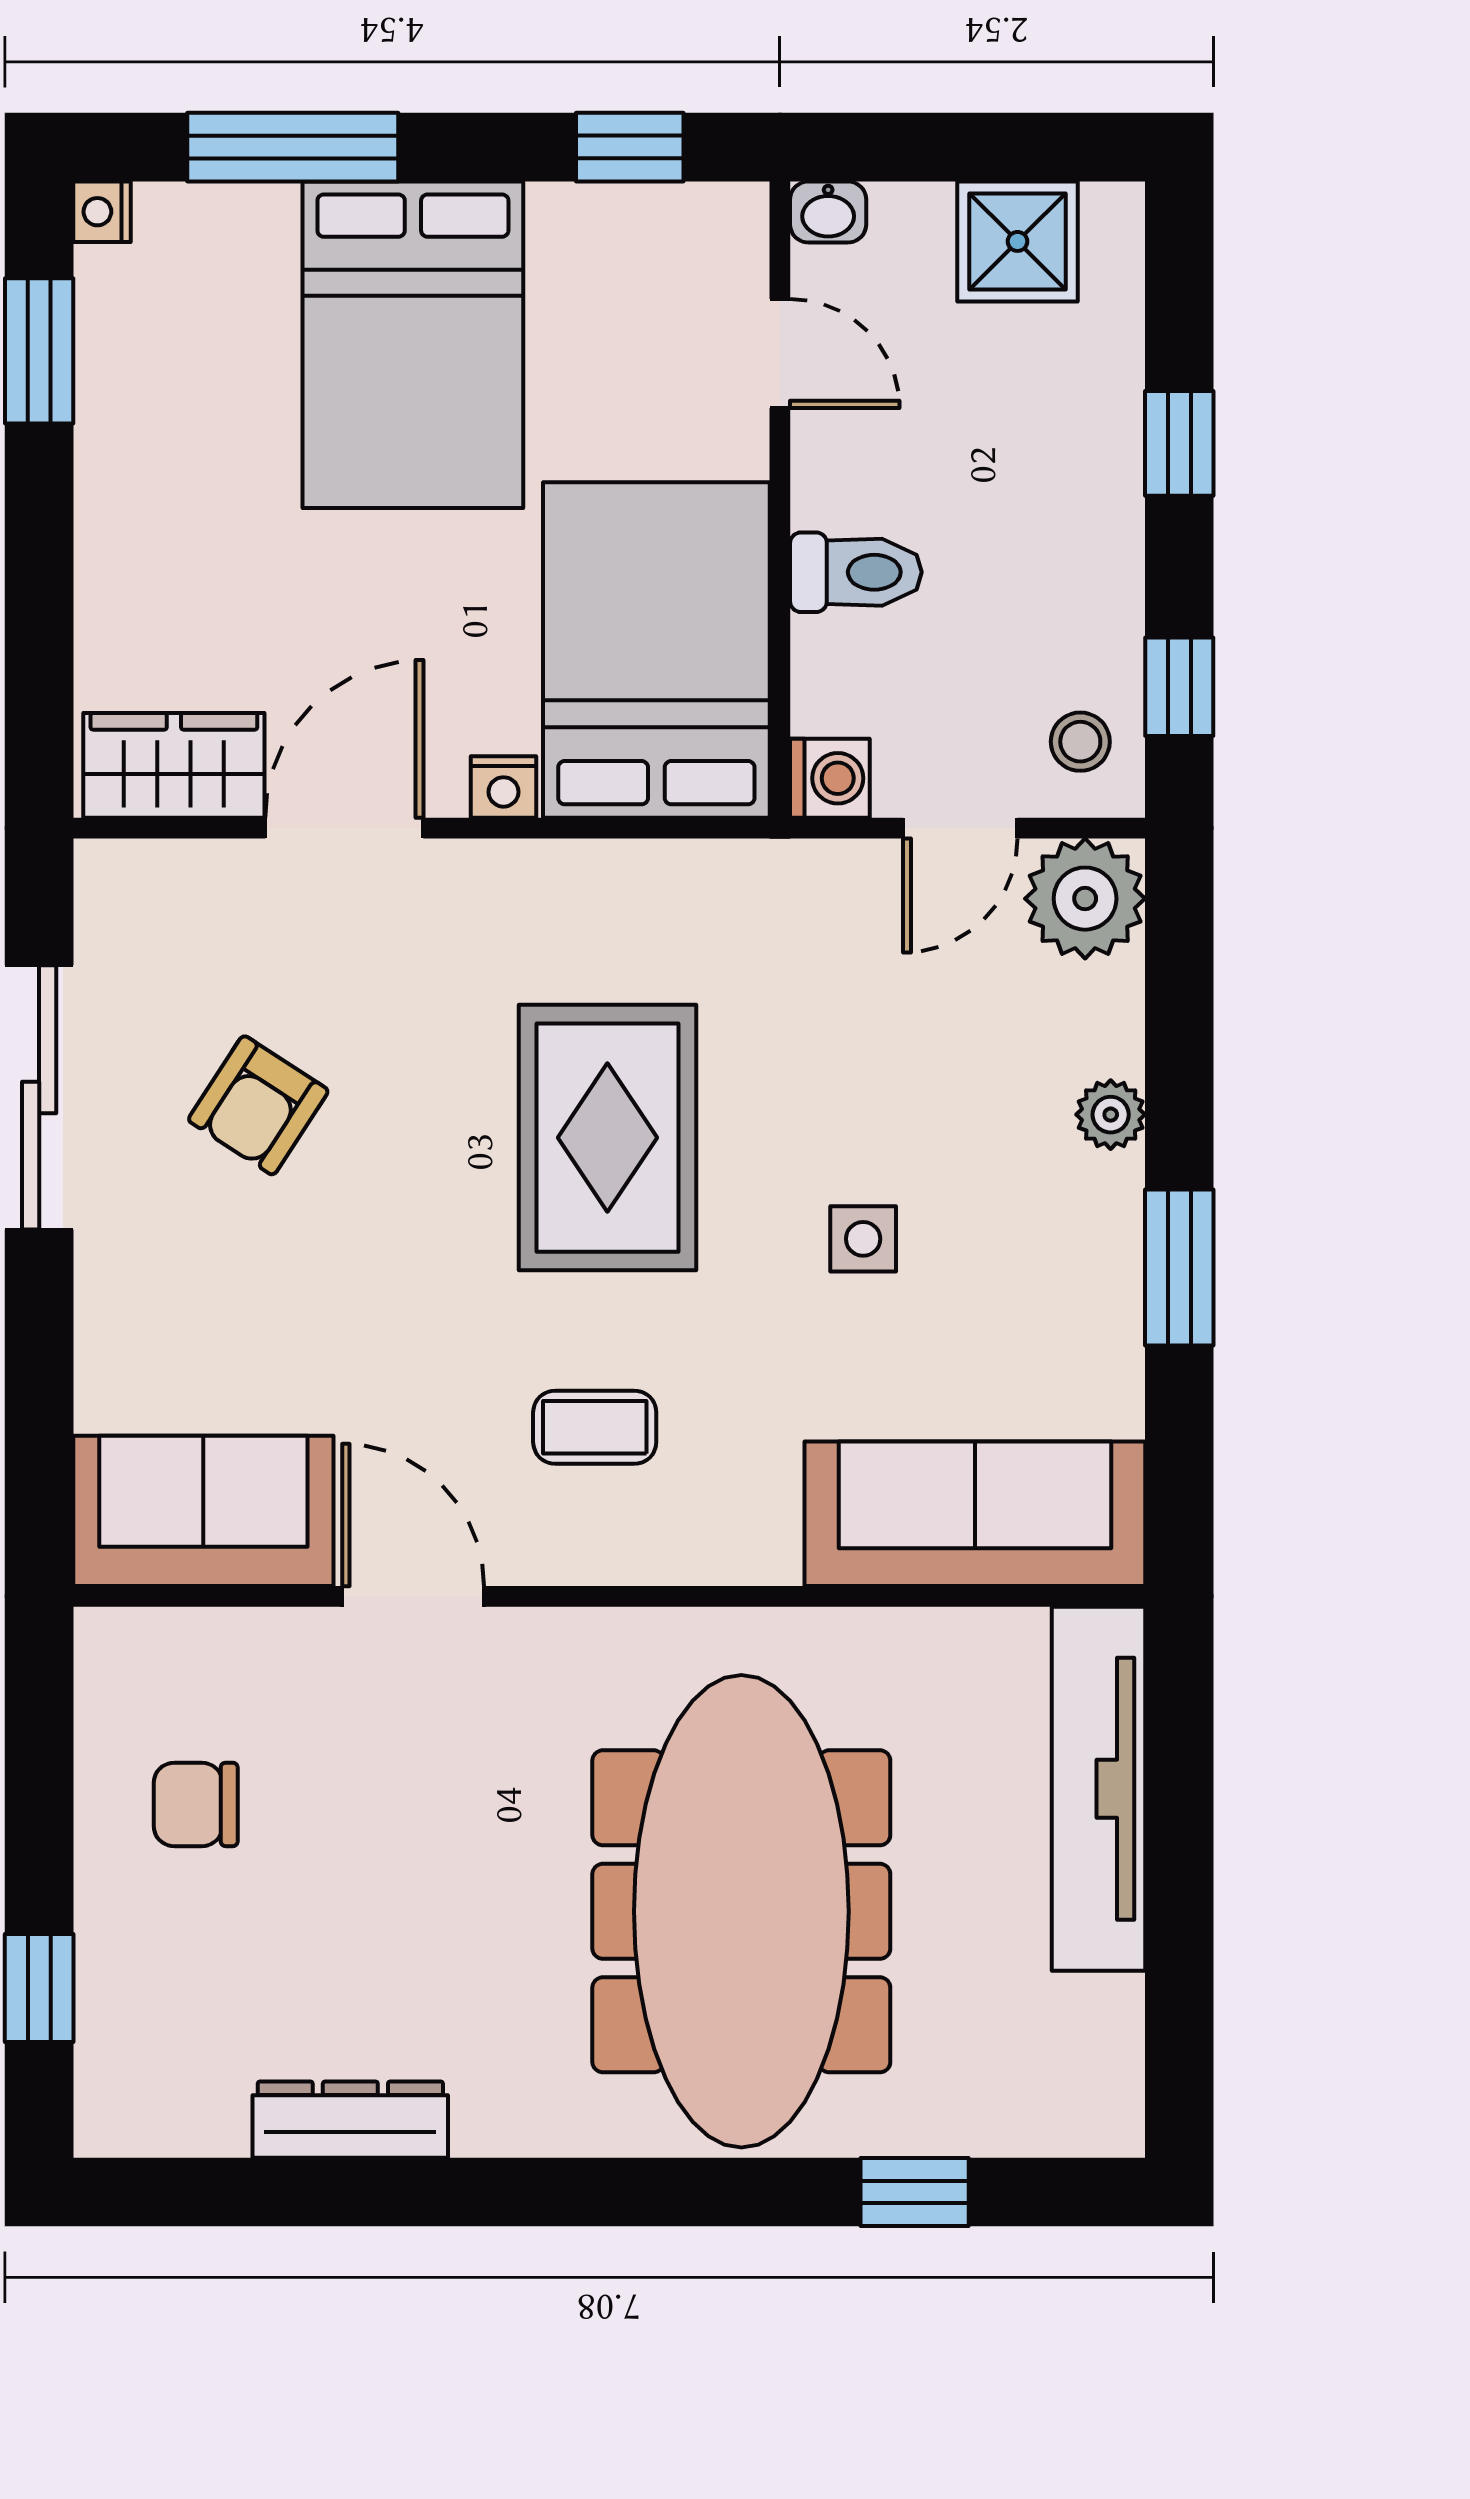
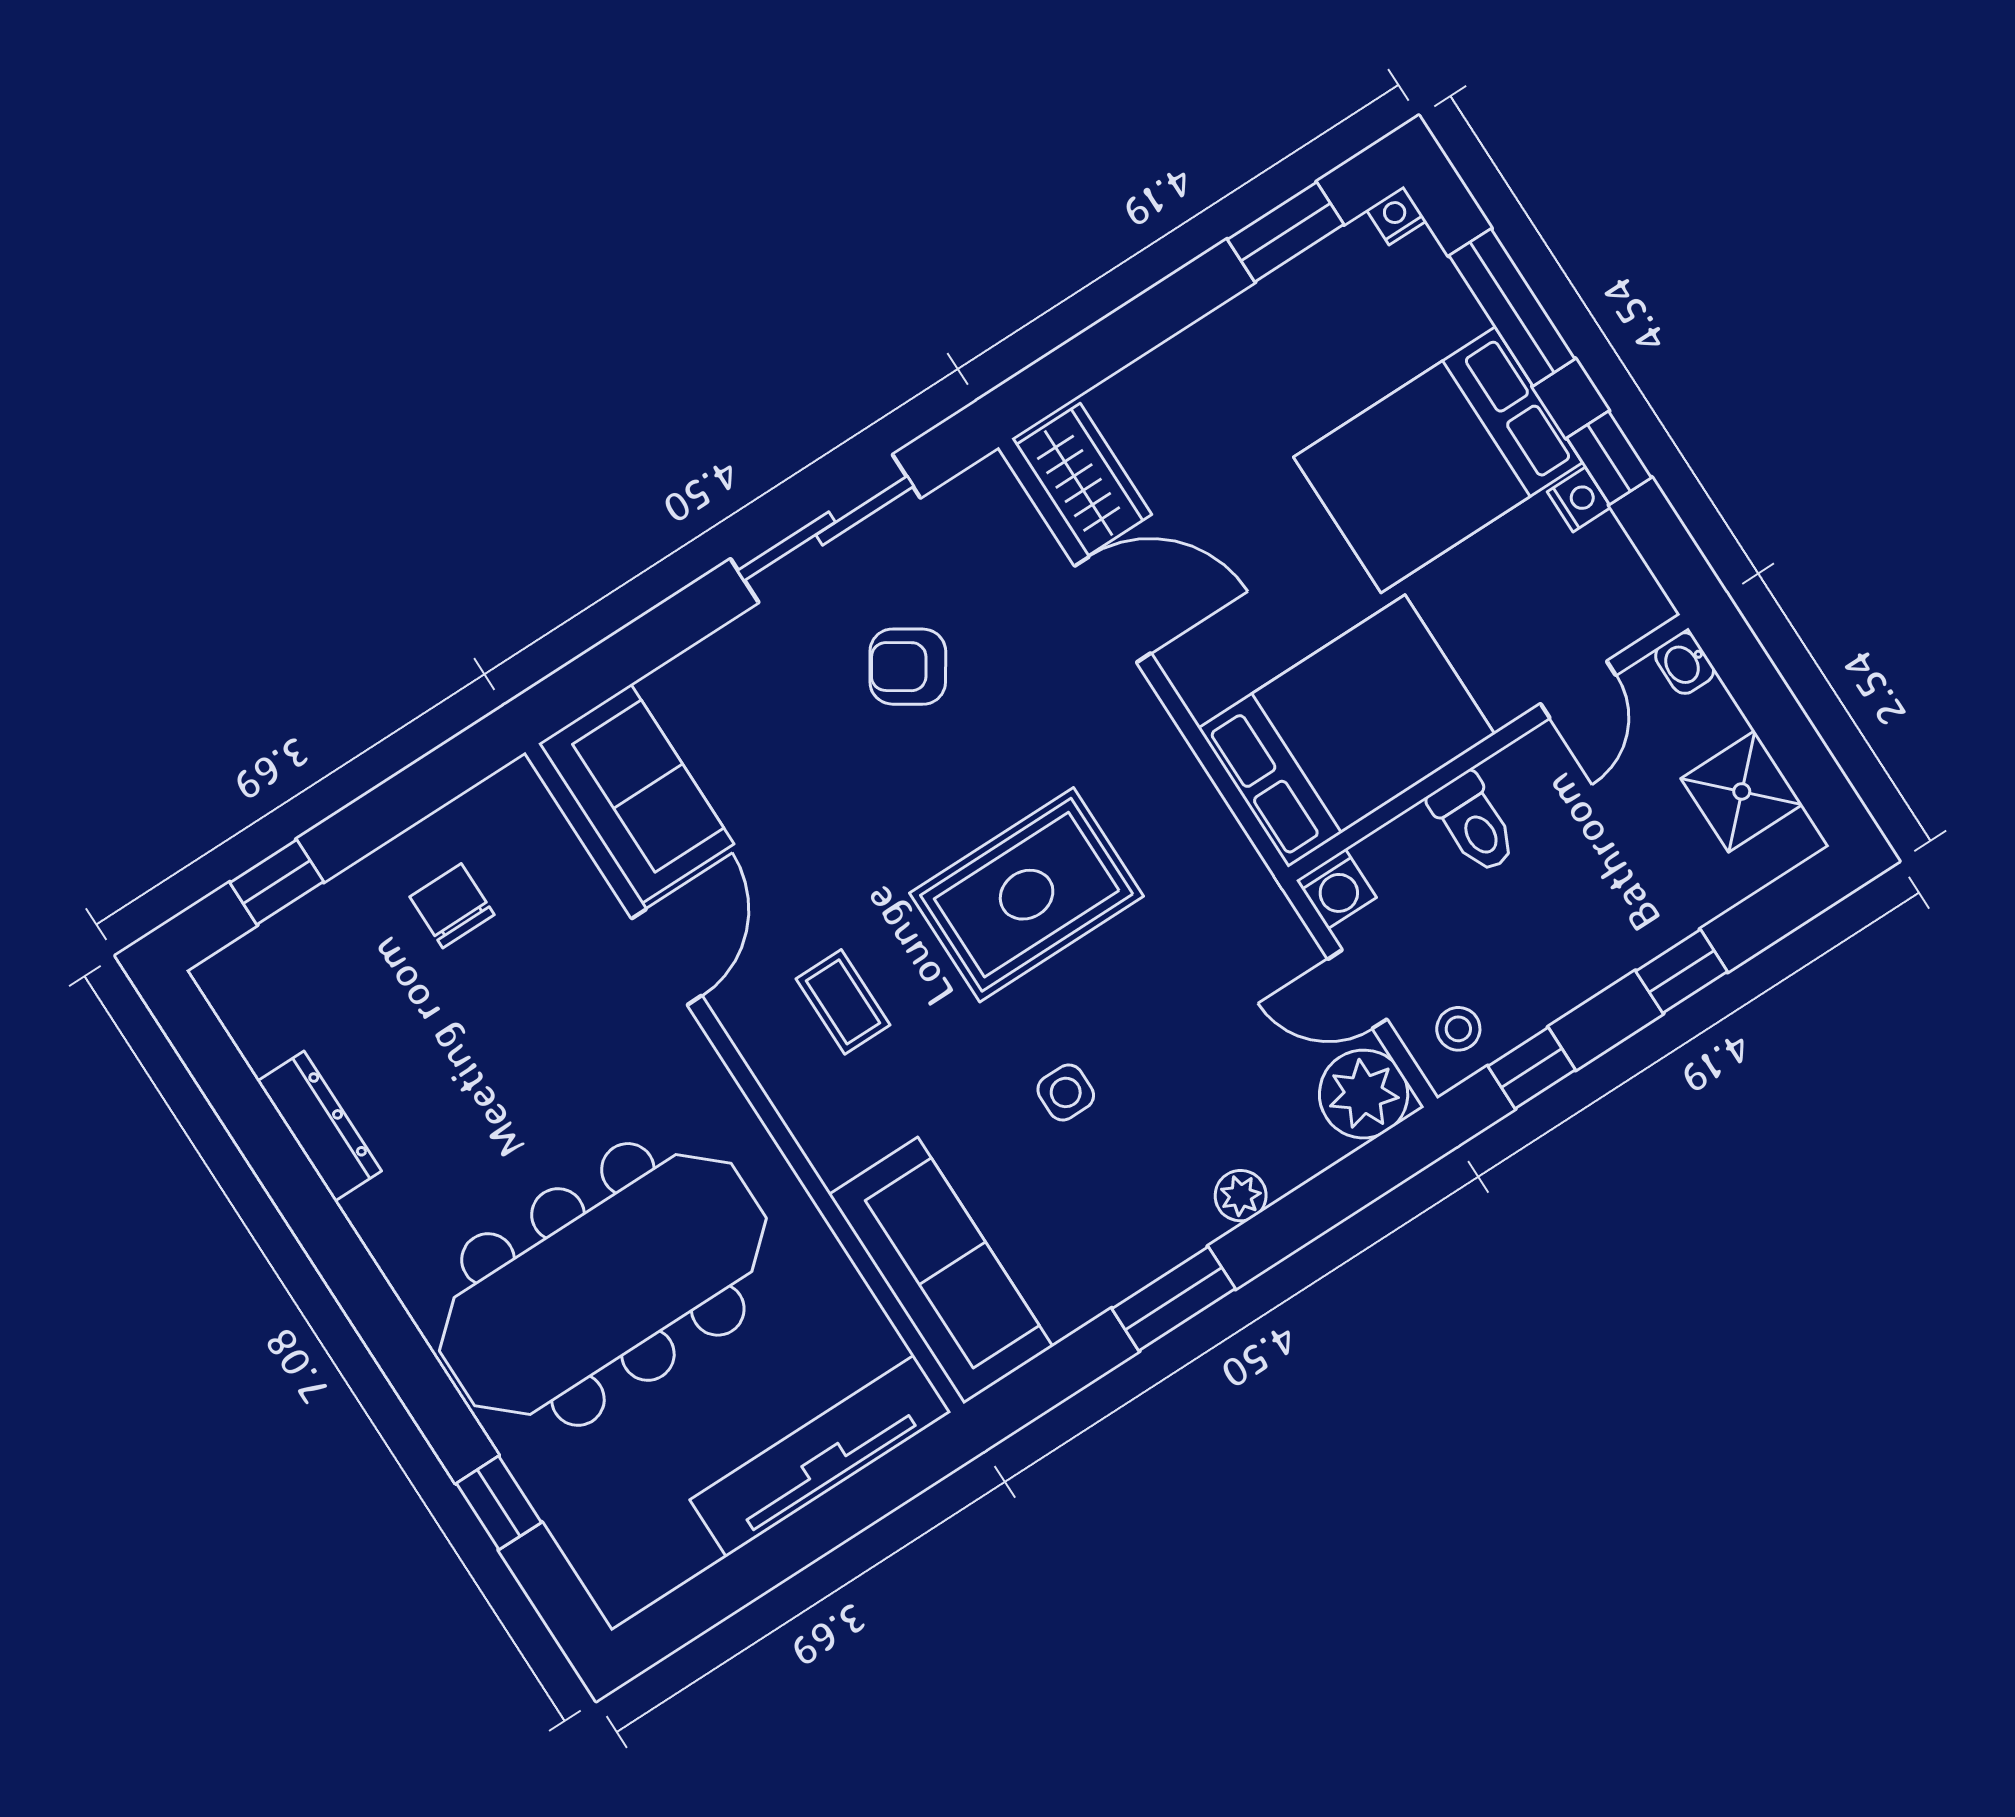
window: (630, 147) -> (1609, 458), moved
nightstand: (503, 787) -> (1579, 500), moved, turned 180

